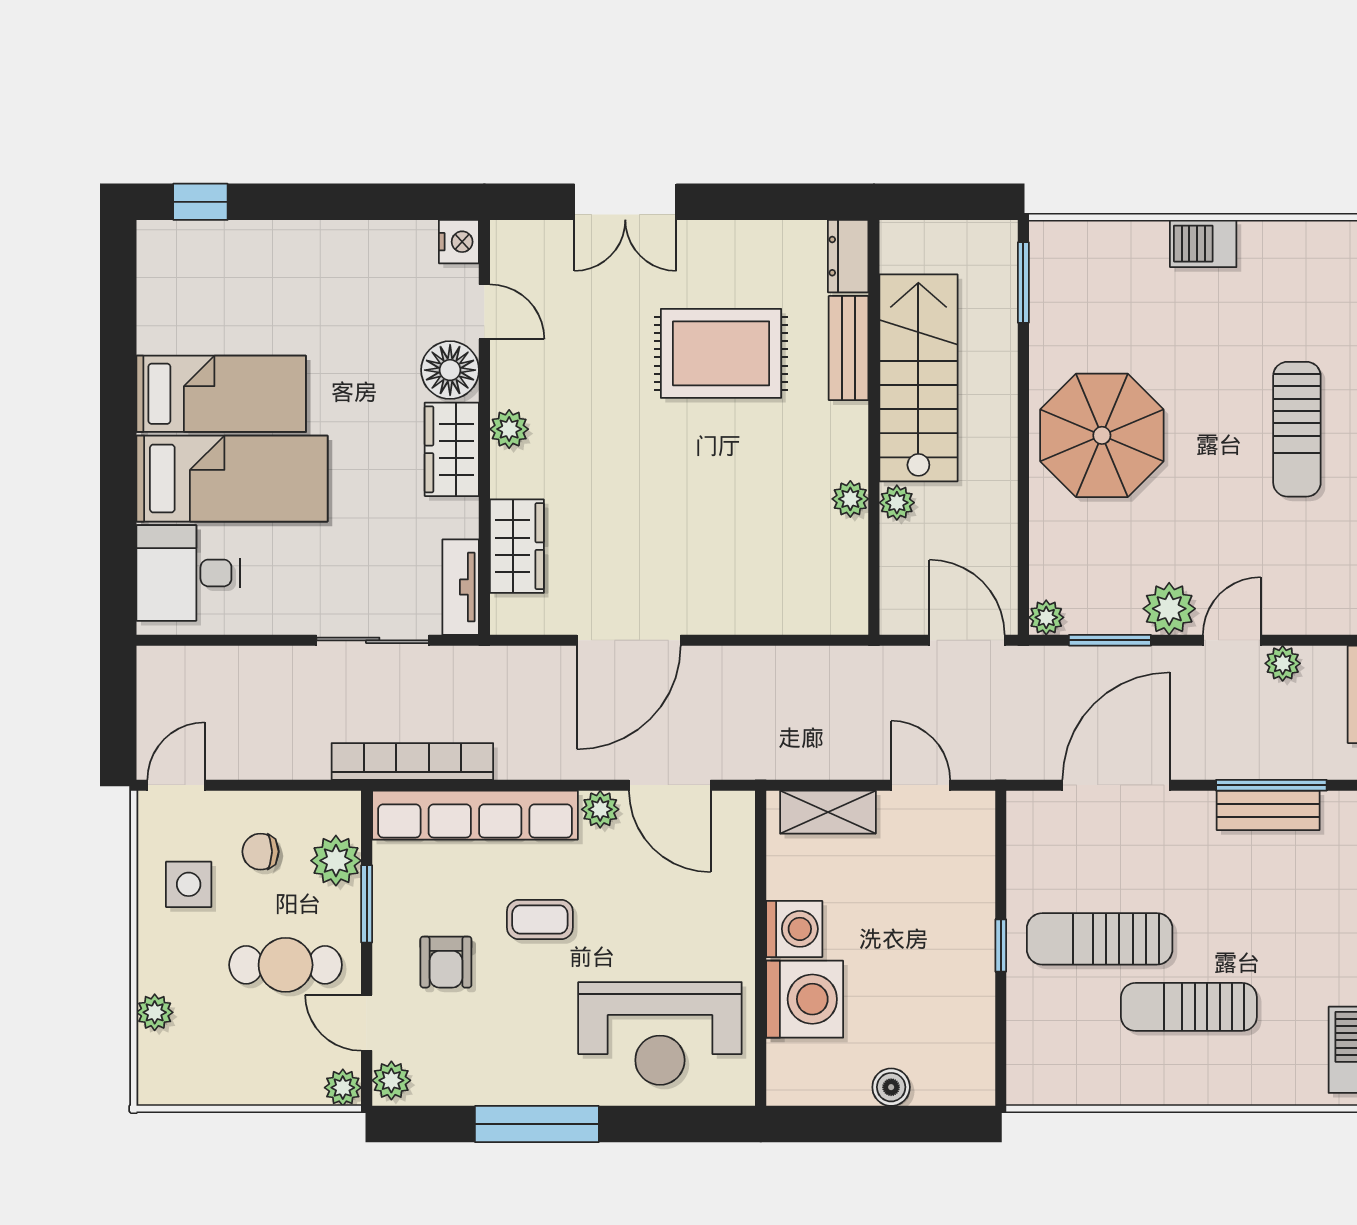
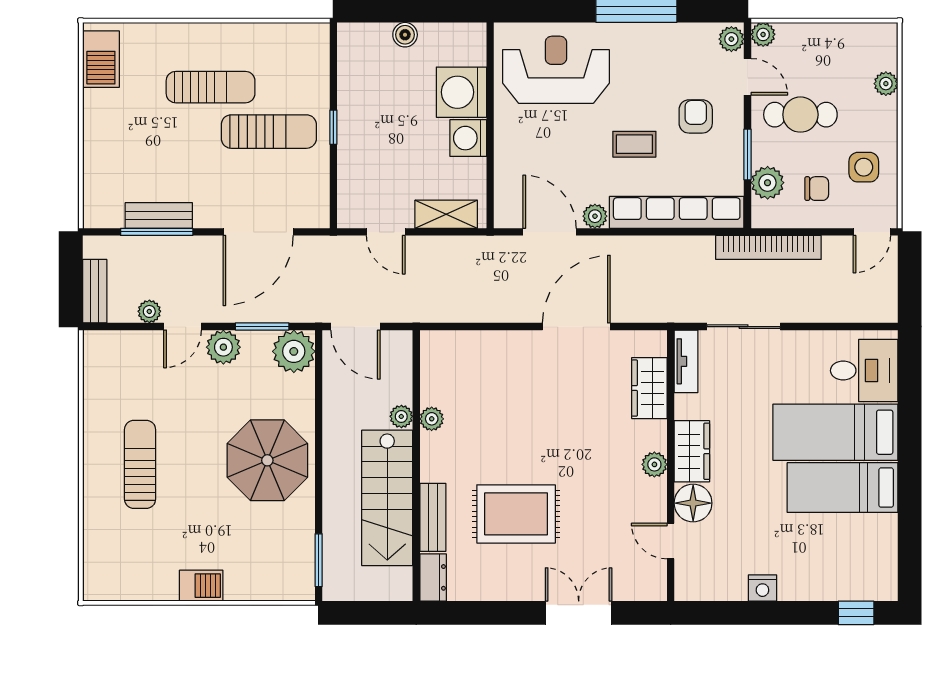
nightstand: (459, 242) -> (762, 588), moved, turned -90
plant: (1046, 617) -> (294, 351), width x1.88, depth x1.88
bookcase: (412, 761) -> (768, 247), moved

